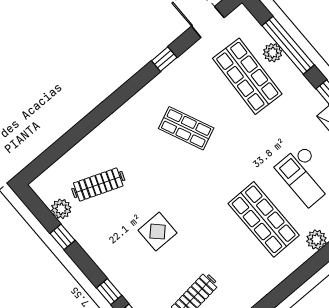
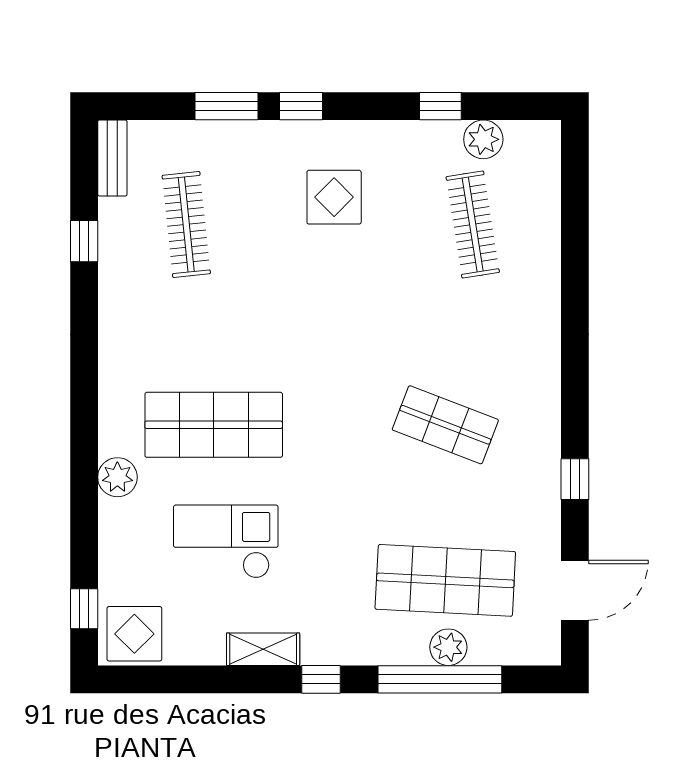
shop shelf: (186, 128) -> (445, 425), turned 45
clothes rail: (98, 184) -> (473, 225), turned -30
display table: (158, 232) -> (334, 197), moved

